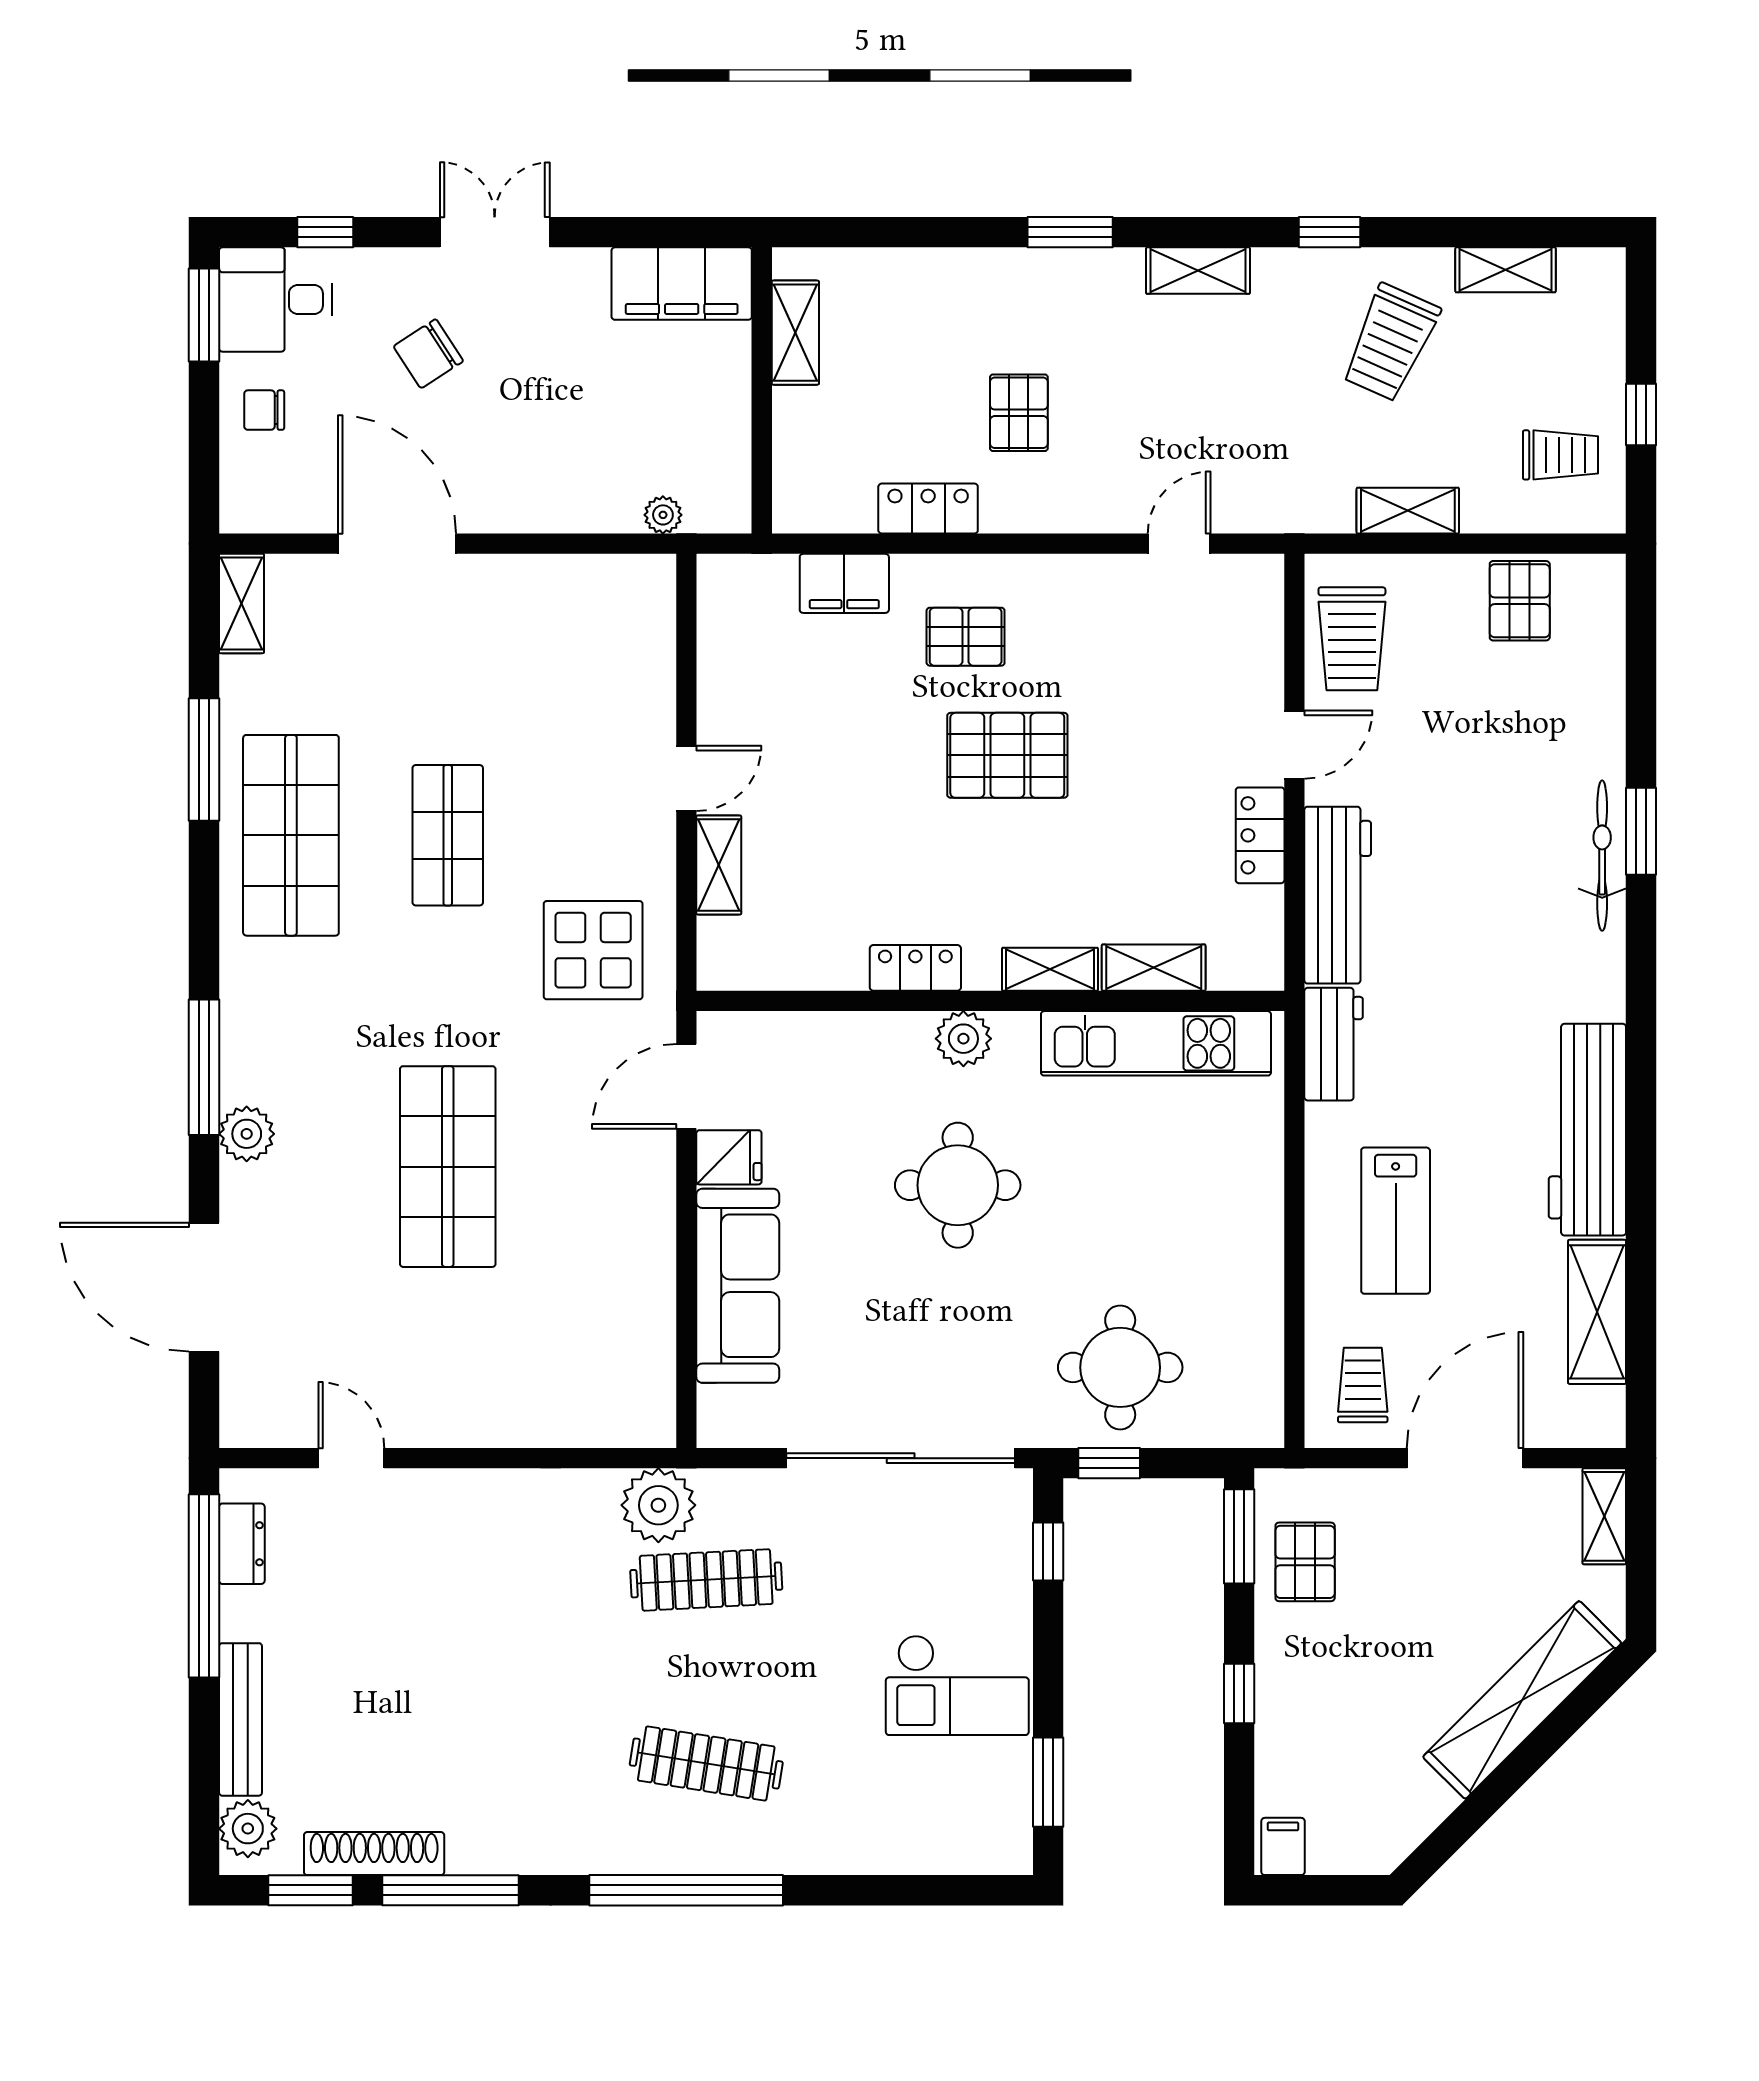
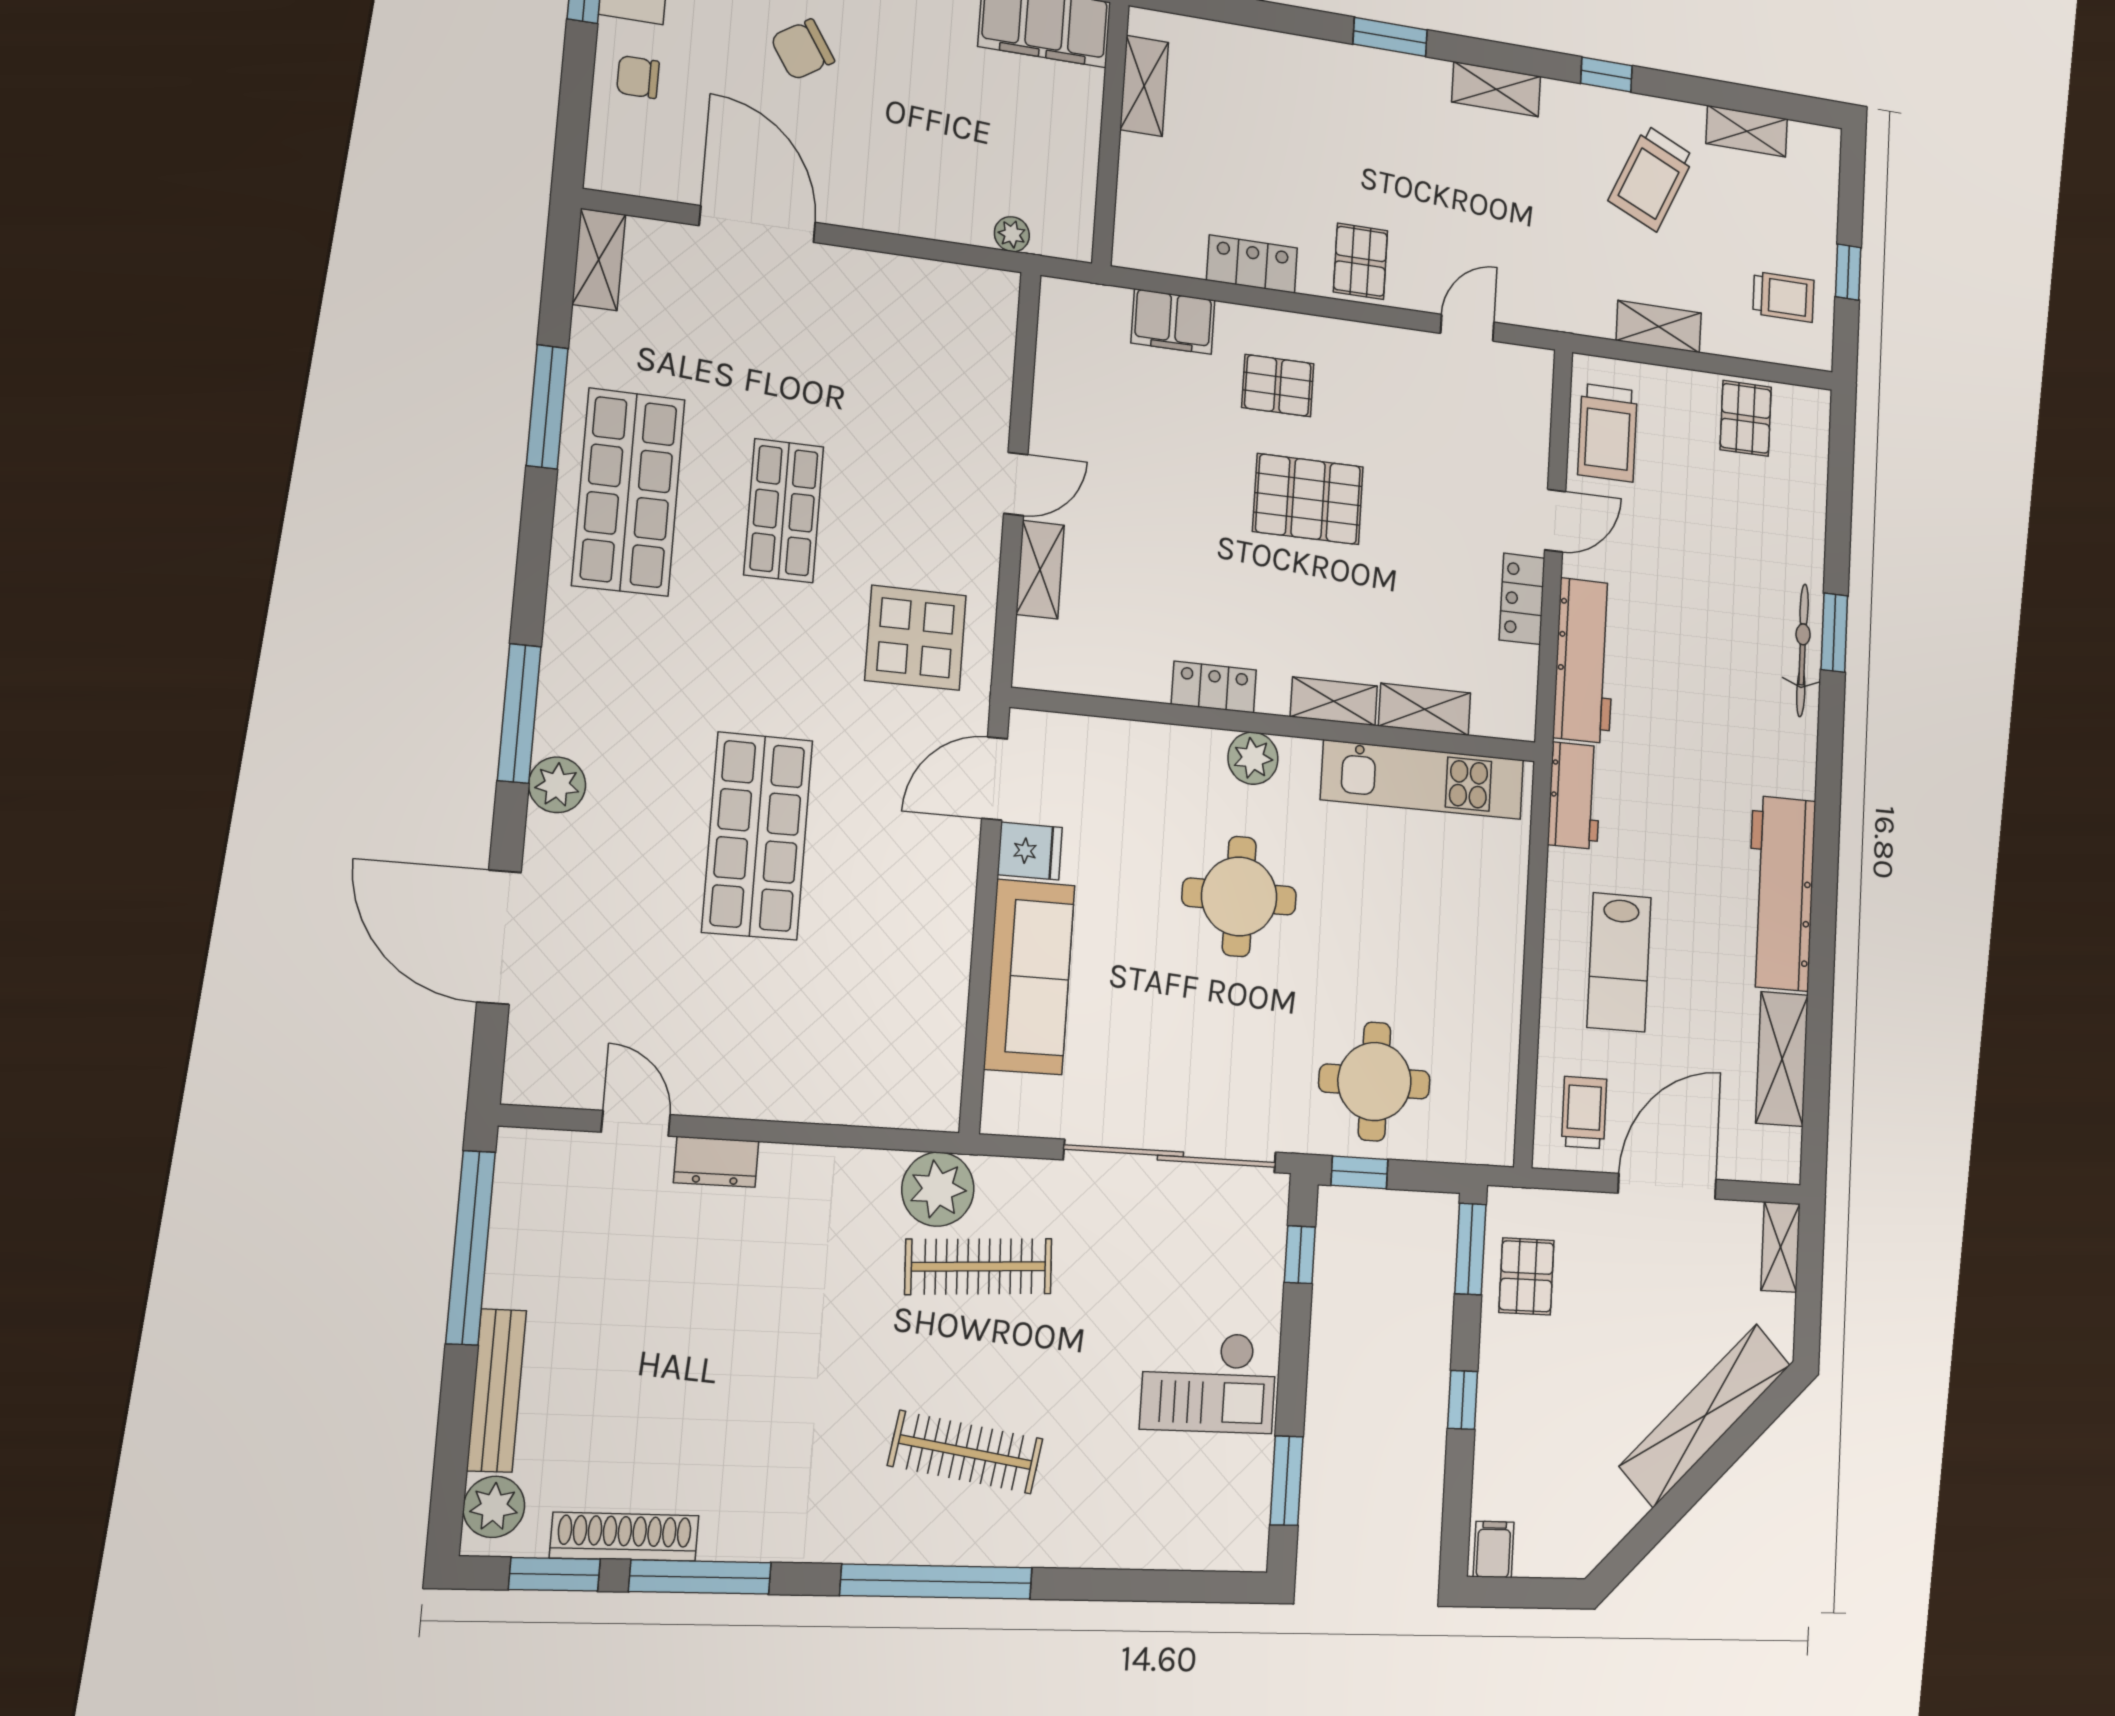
pallet: (1019, 413) -> (1360, 261), moved
dresser: (242, 1544) -> (716, 1162), moved, turned 90

